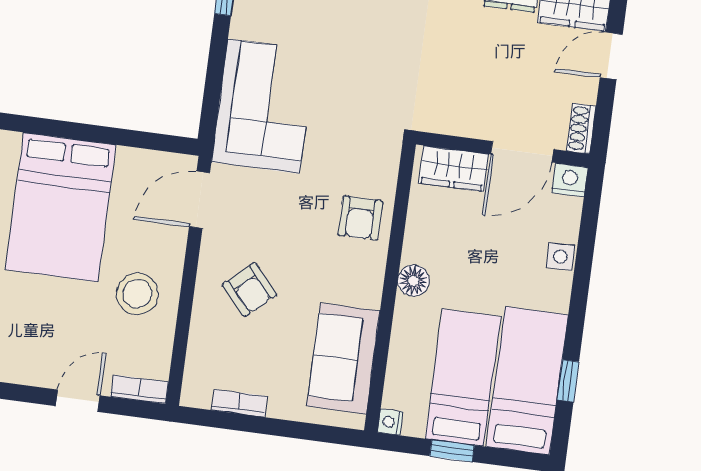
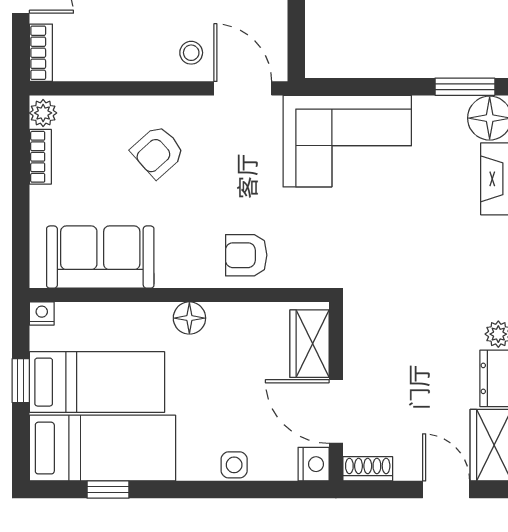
stool: (137, 294) -> (191, 53), moved, width x0.53, depth x0.53
plant: (198, 395) -> (43, 113), added

